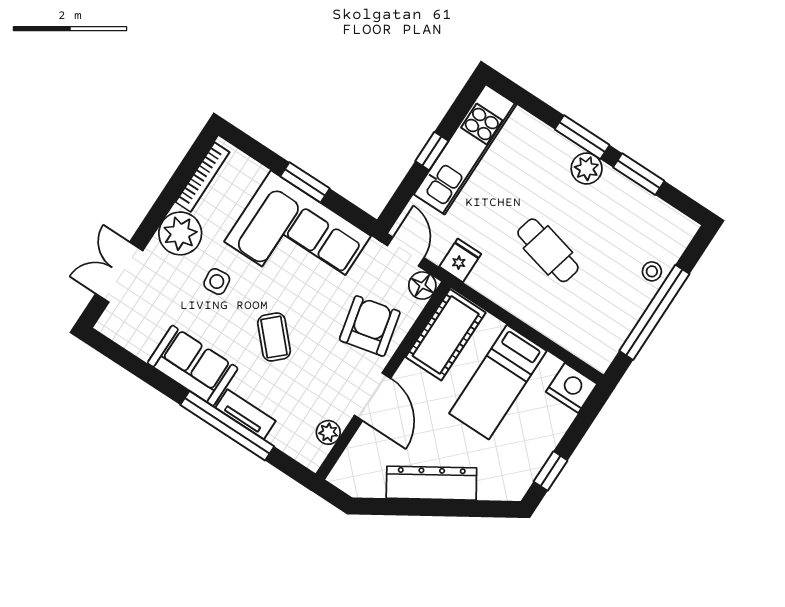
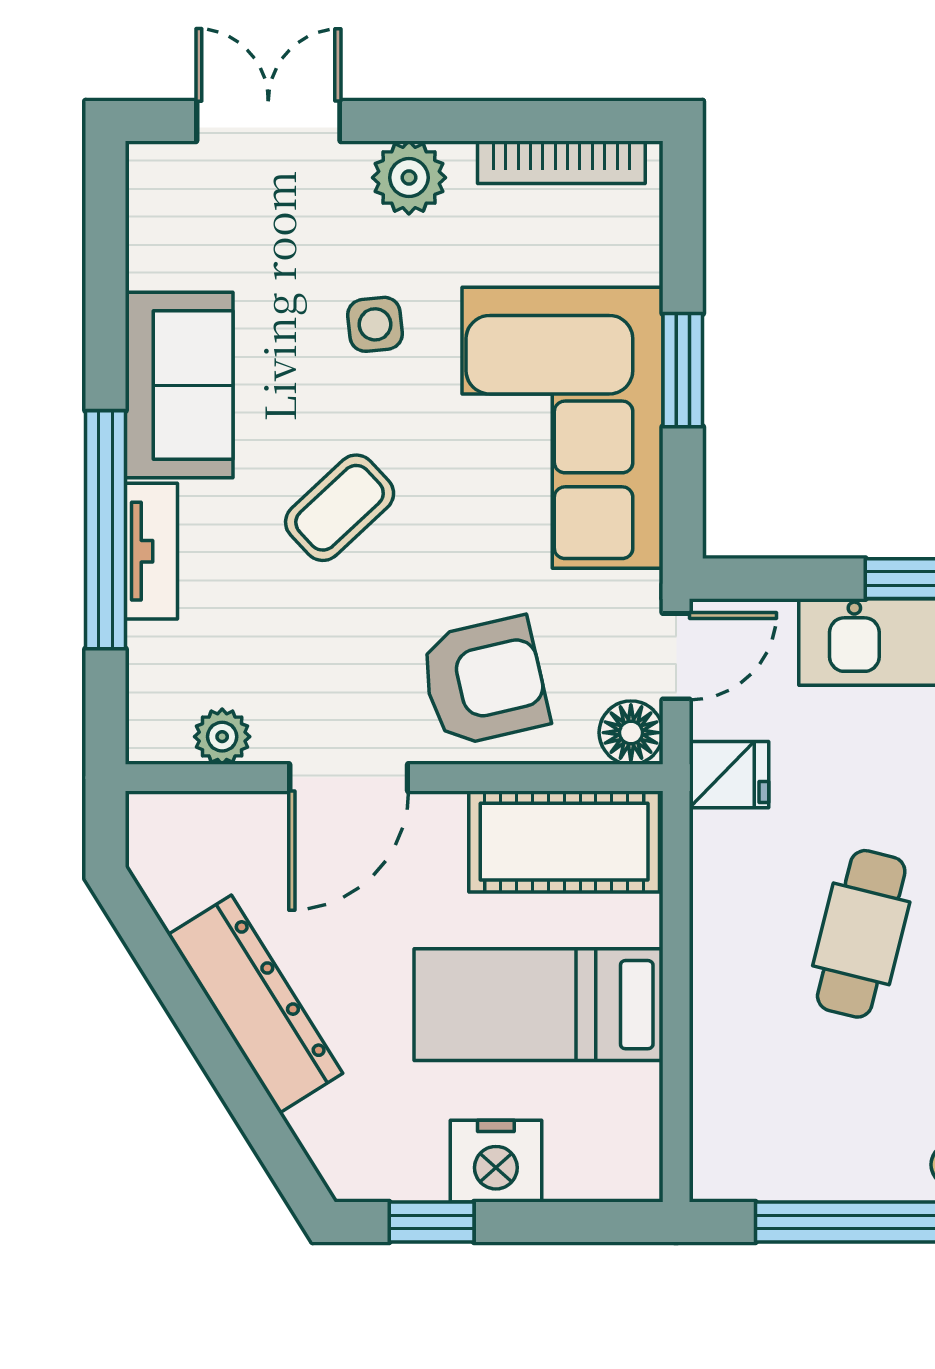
plant: (180, 233) -> (409, 178), width x0.73, depth x0.73
nightstand: (572, 388) -> (496, 1161), moved, turned 90

